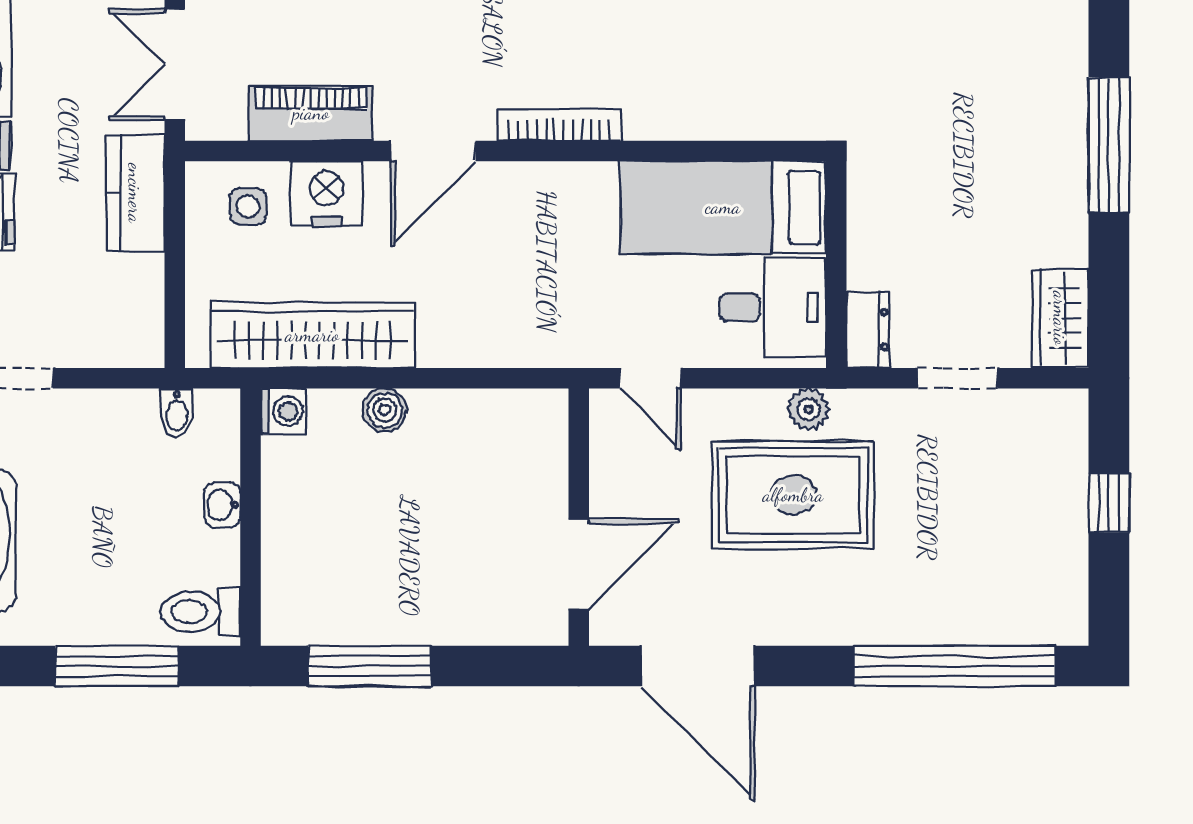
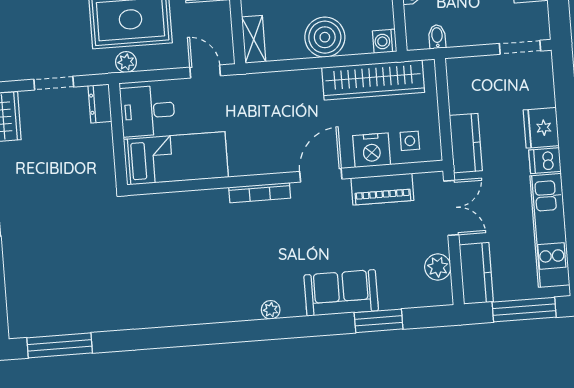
boiler: (385, 410) -> (325, 37), width x1.86, depth x1.86
shelving: (547, 435) -> (254, 39), added

